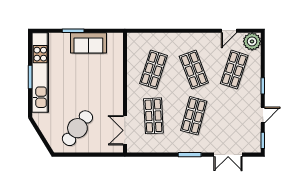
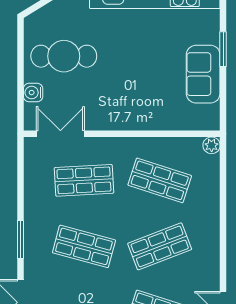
plant: (132, 38) -> (212, 145), added
cafe table: (77, 128) -> (64, 56), turned -37
water cooler: (100, 147) -> (33, 93), added

